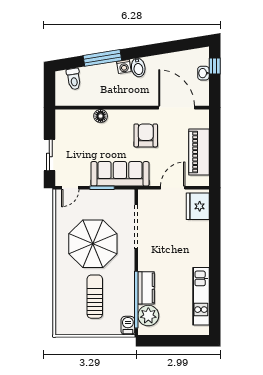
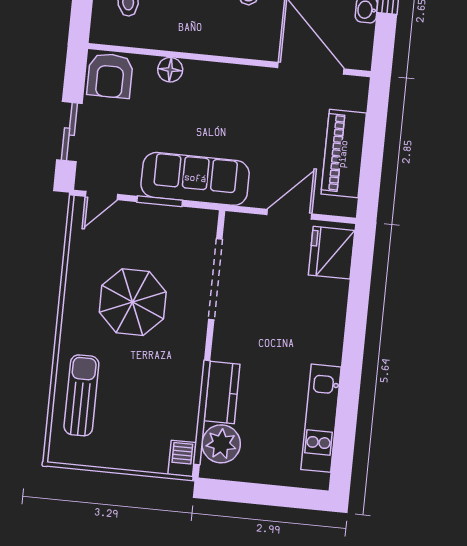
armchair: (146, 135) -> (110, 76), moved, turned 180
parasol: (93, 244) -> (133, 302), width x0.73, depth x0.73
sun lounger: (95, 297) -> (81, 395), moved

